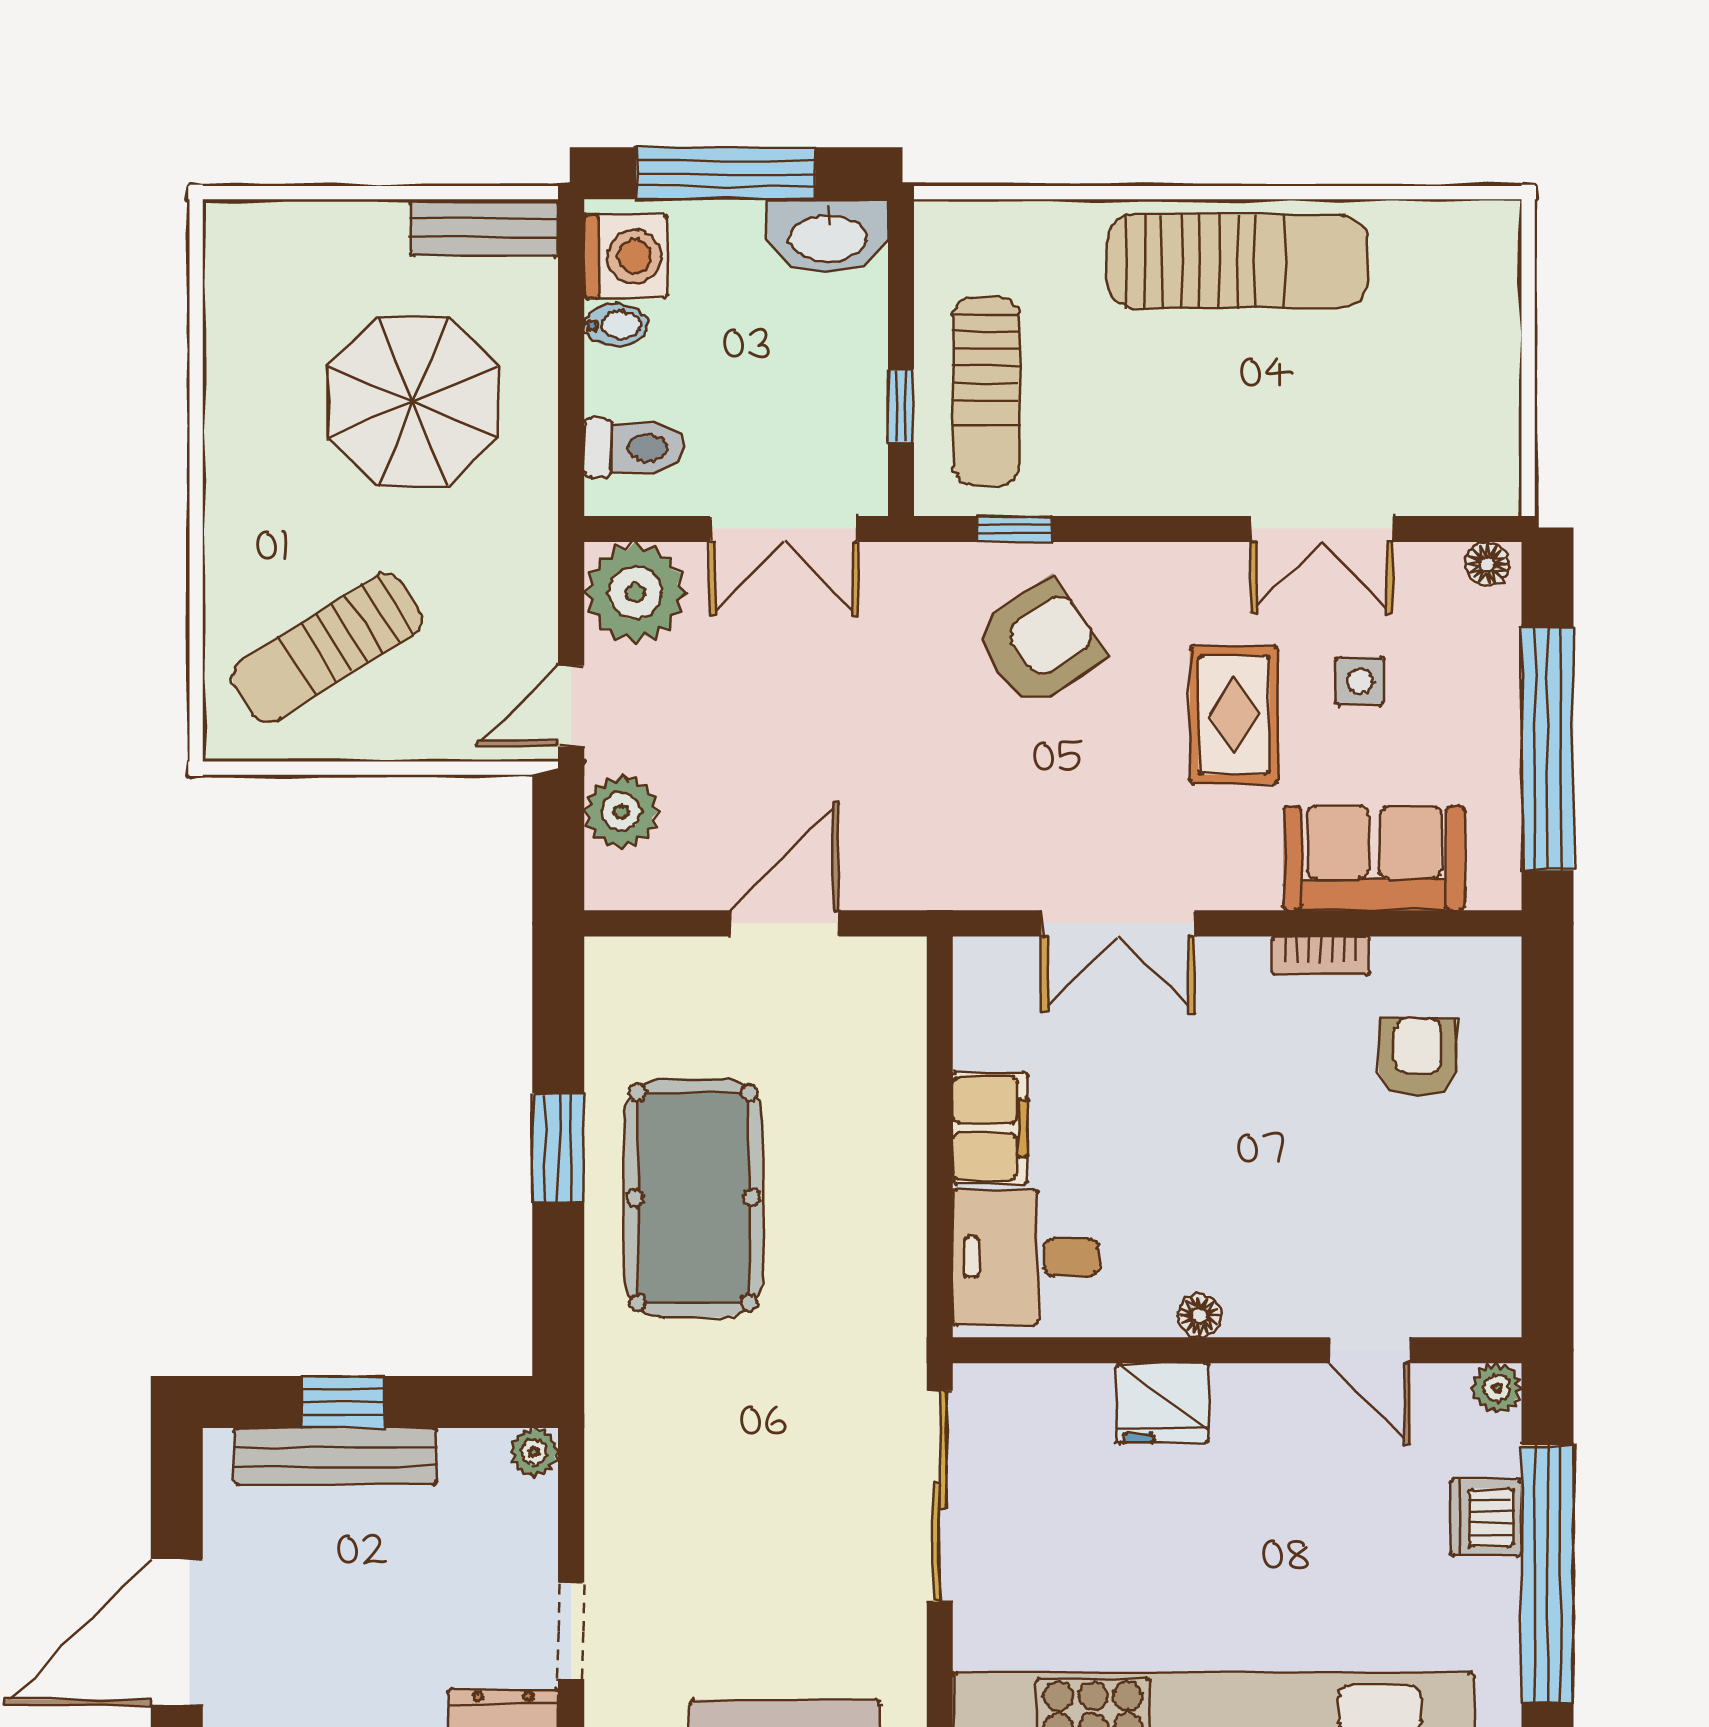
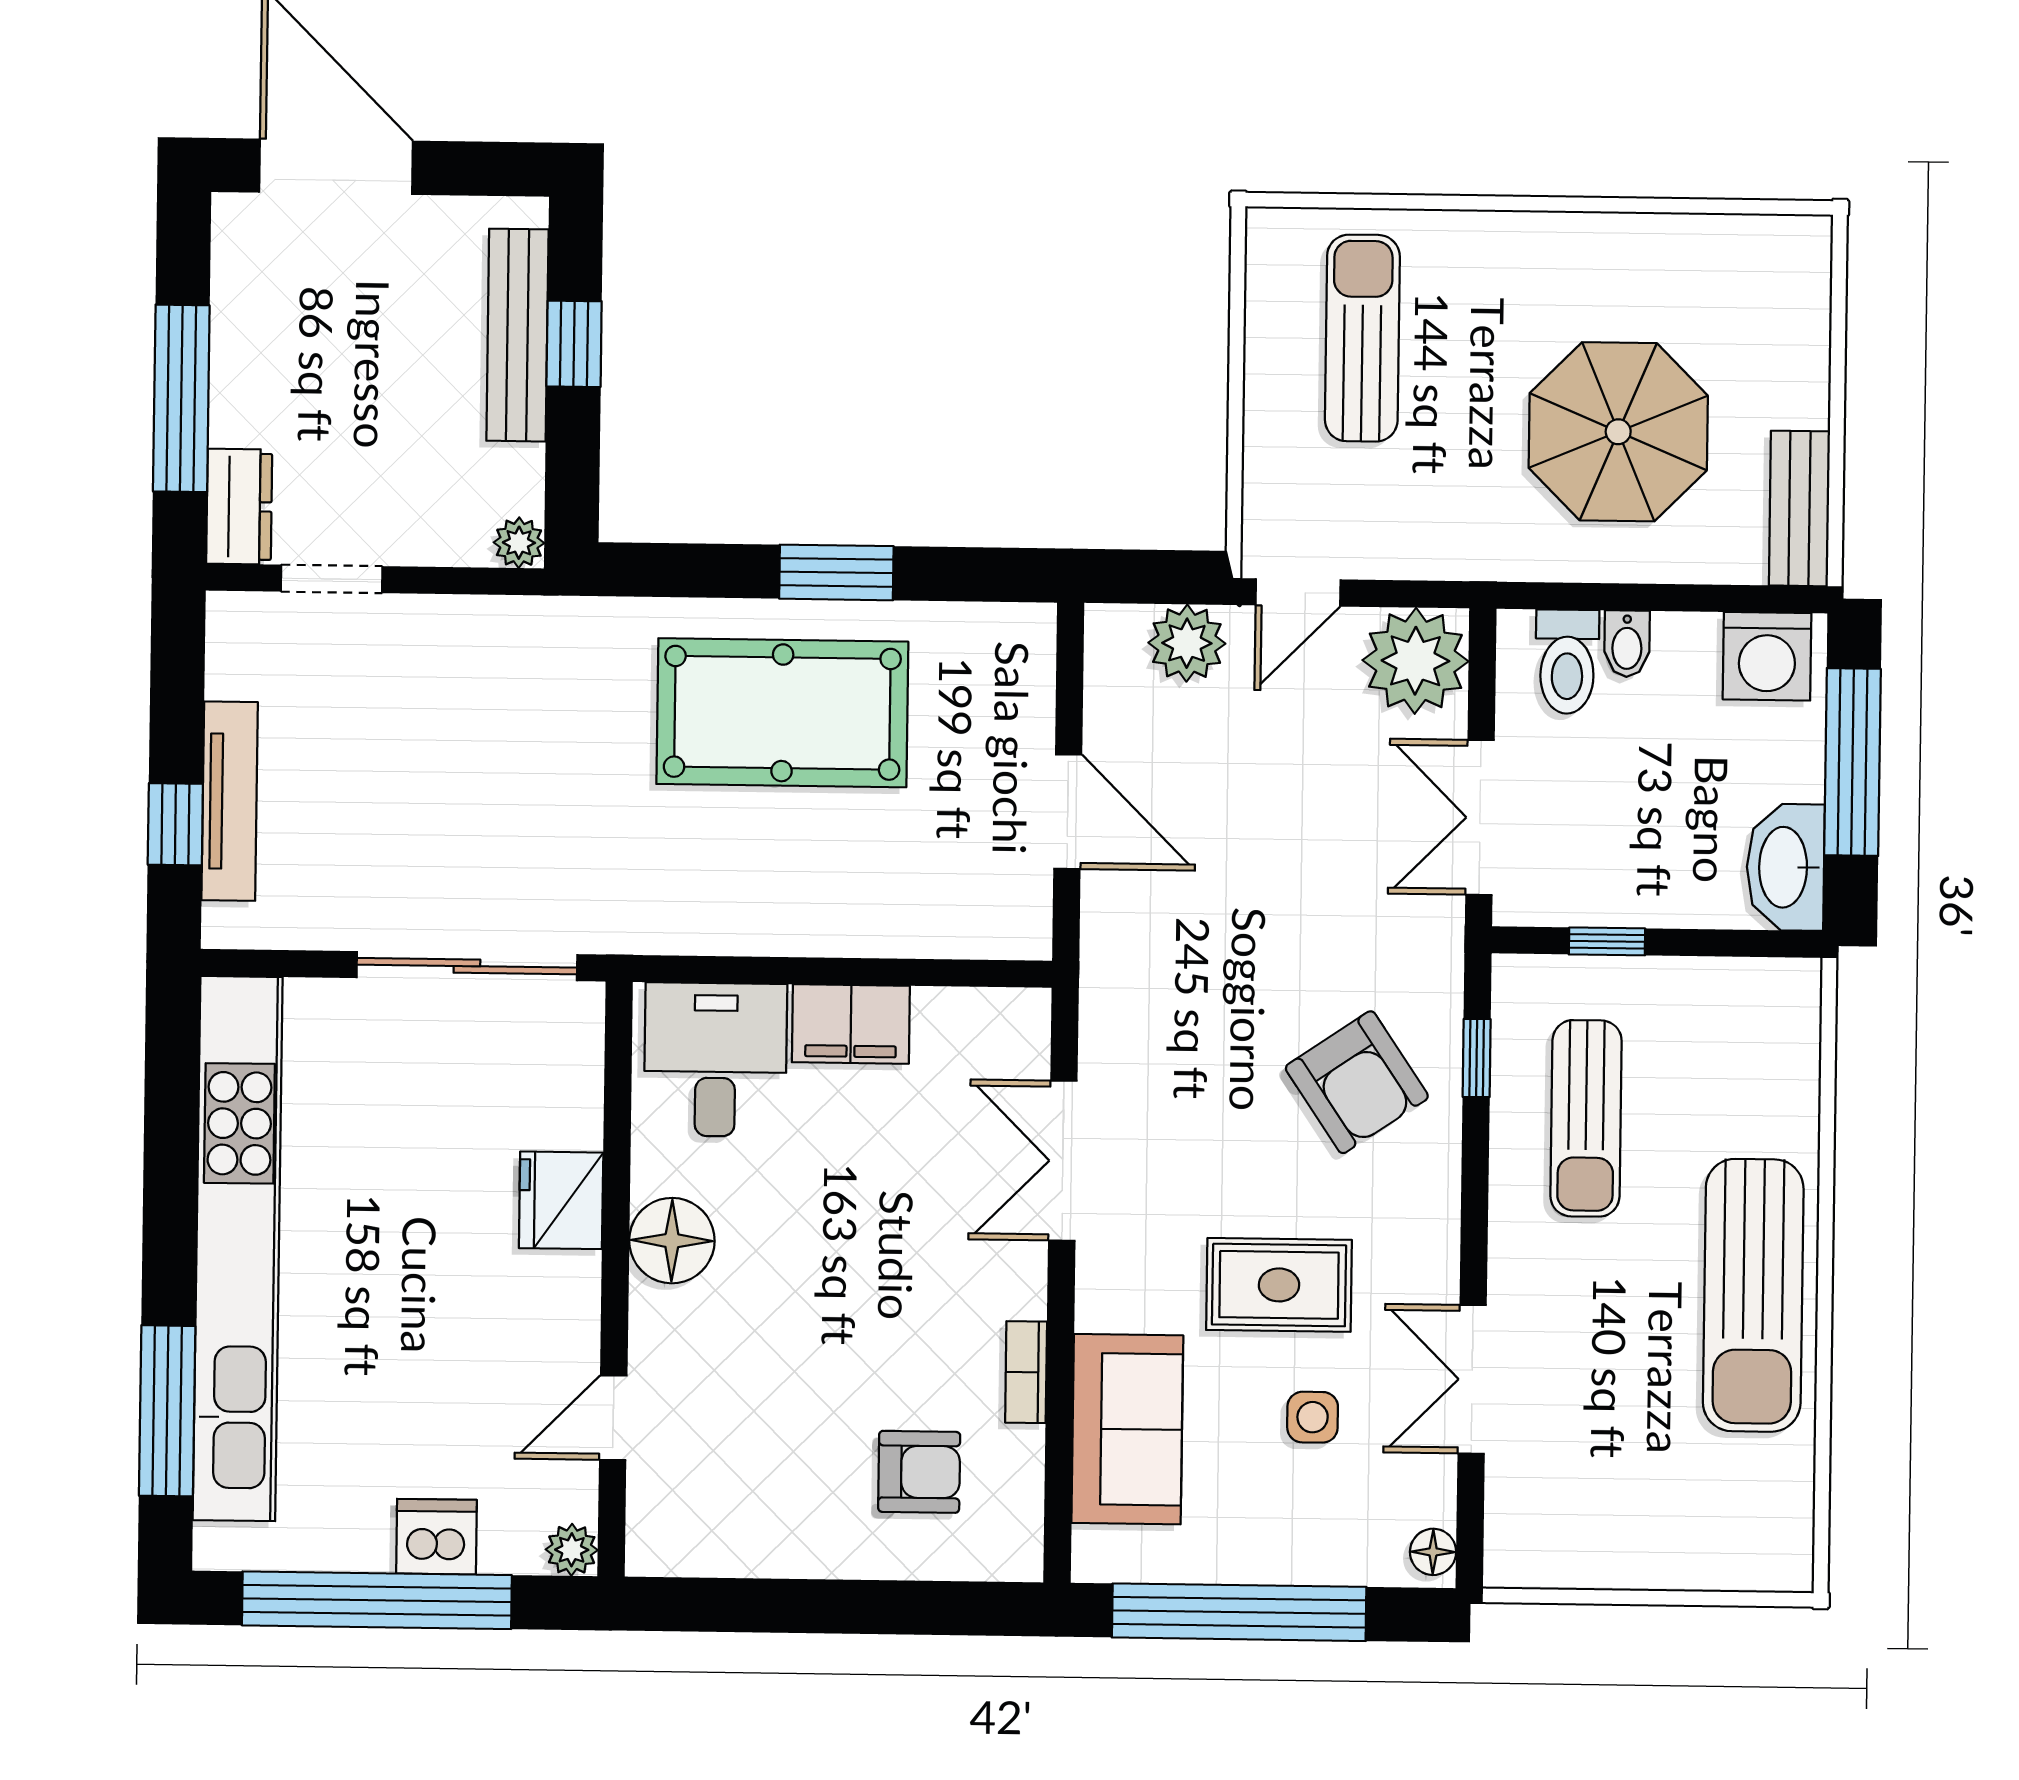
bidet: (616, 325) -> (1627, 644), moved
sun lounger: (986, 391) -> (1586, 1118), moved, turned -90
sun lounger: (327, 648) -> (1362, 338), turned 32
door: (571, 706) -> (1298, 592), swing flipped
floor lamp: (1200, 1316) -> (672, 1241), width x1.89, depth x1.89

